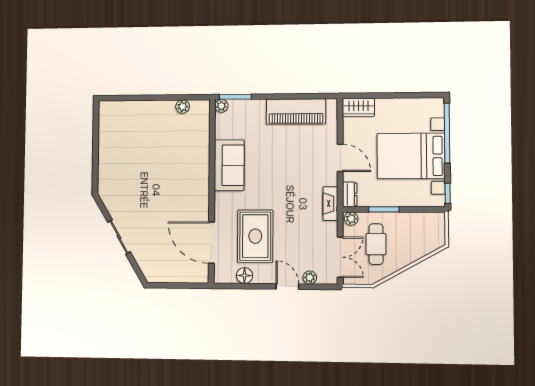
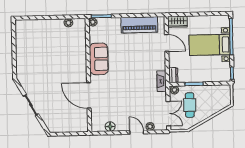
bed with nightstands: (411, 156) -> (210, 45), width x0.73
door: (340, 158) -> (167, 43), moved
rug: (255, 236) -> (116, 102), removed
door: (211, 243) -> (89, 96), moved

